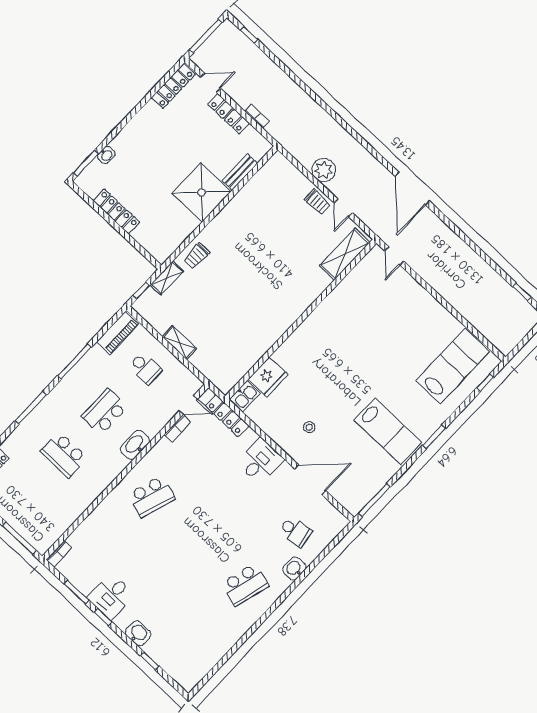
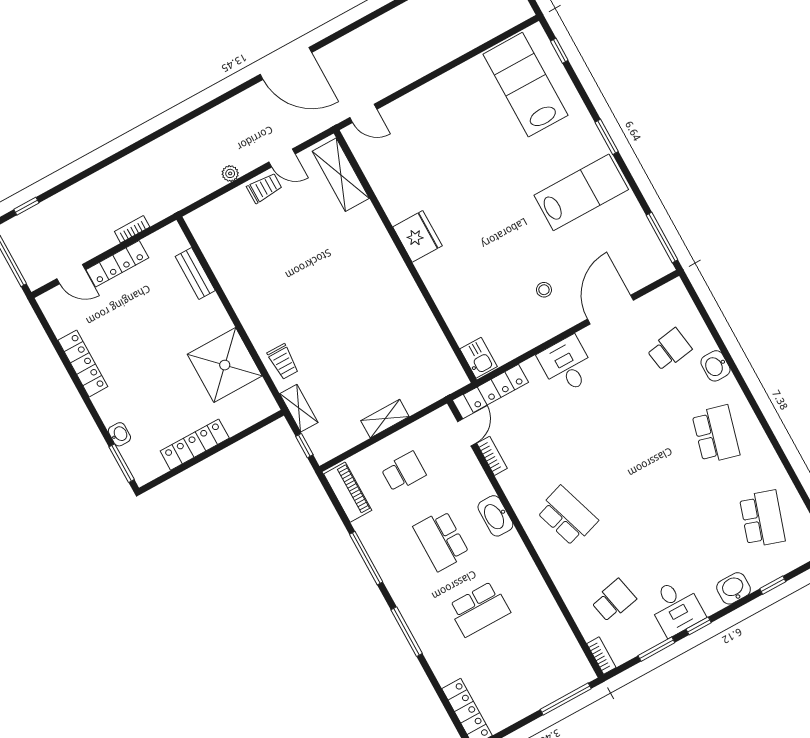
door: (210, 83) -> (71, 274), swing flipped
locker: (173, 86) -> (83, 363), moved
plant: (324, 170) -> (230, 173), width x0.53, depth x0.53
shower: (202, 192) -> (225, 365), moved
fridge: (268, 377) -> (417, 236), moved
school desk: (152, 497) -> (567, 516), turned -36
school desk: (102, 550) -> (614, 600), added
school desk: (195, 638) -> (762, 519), added

